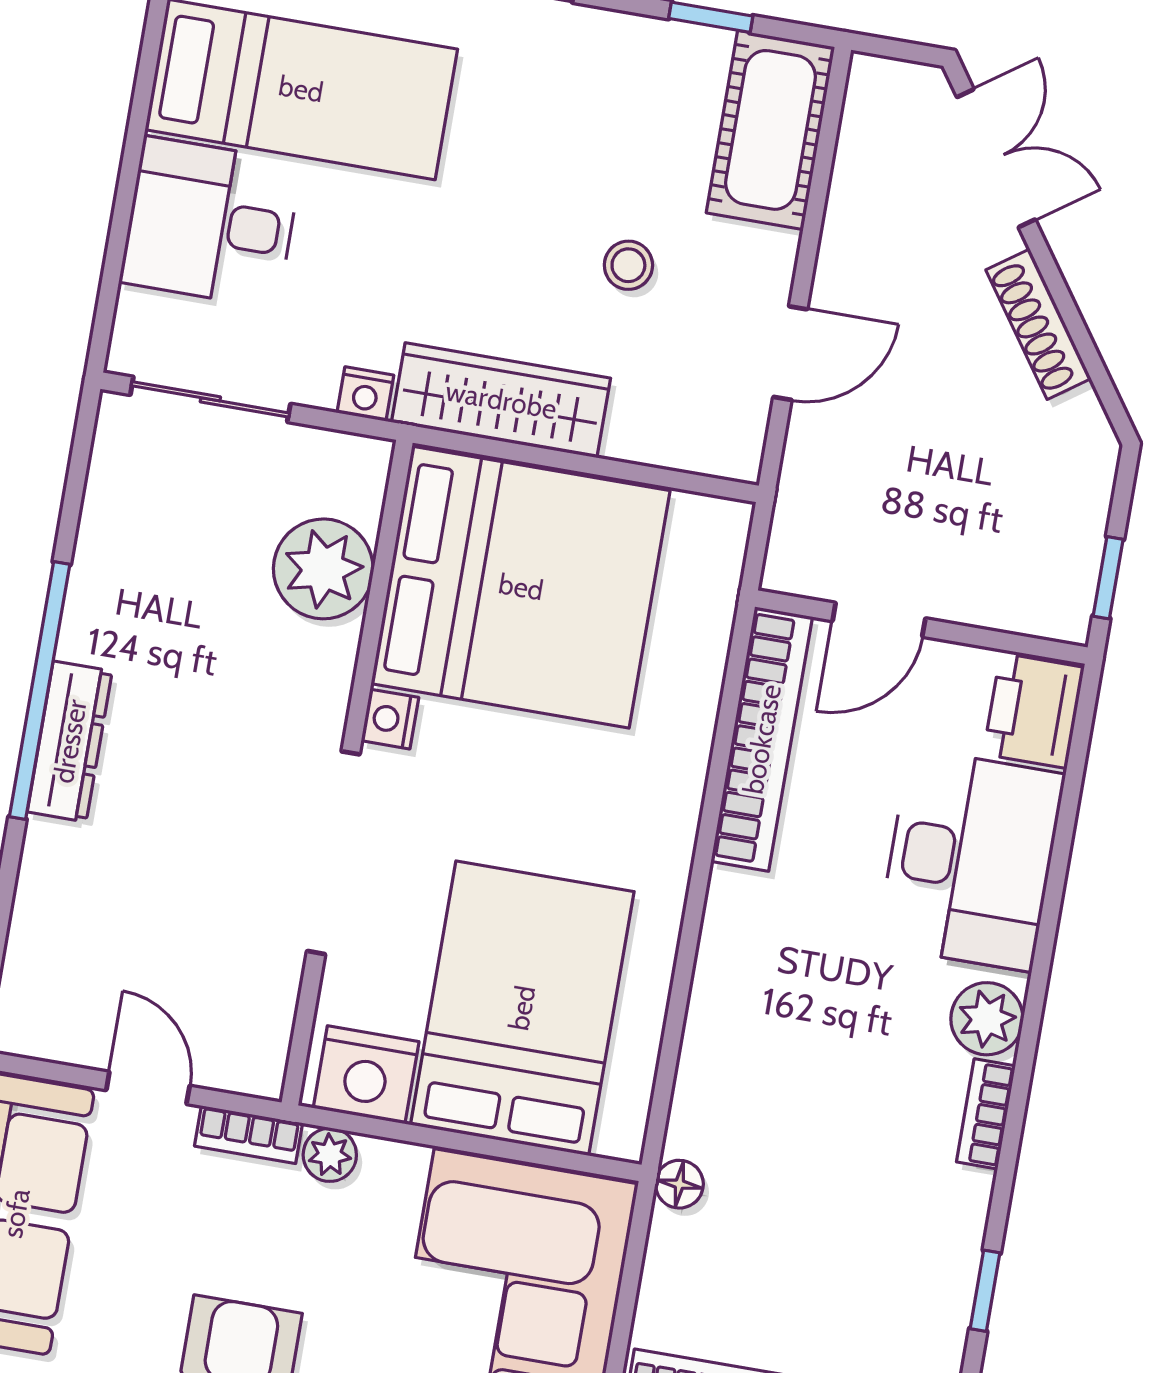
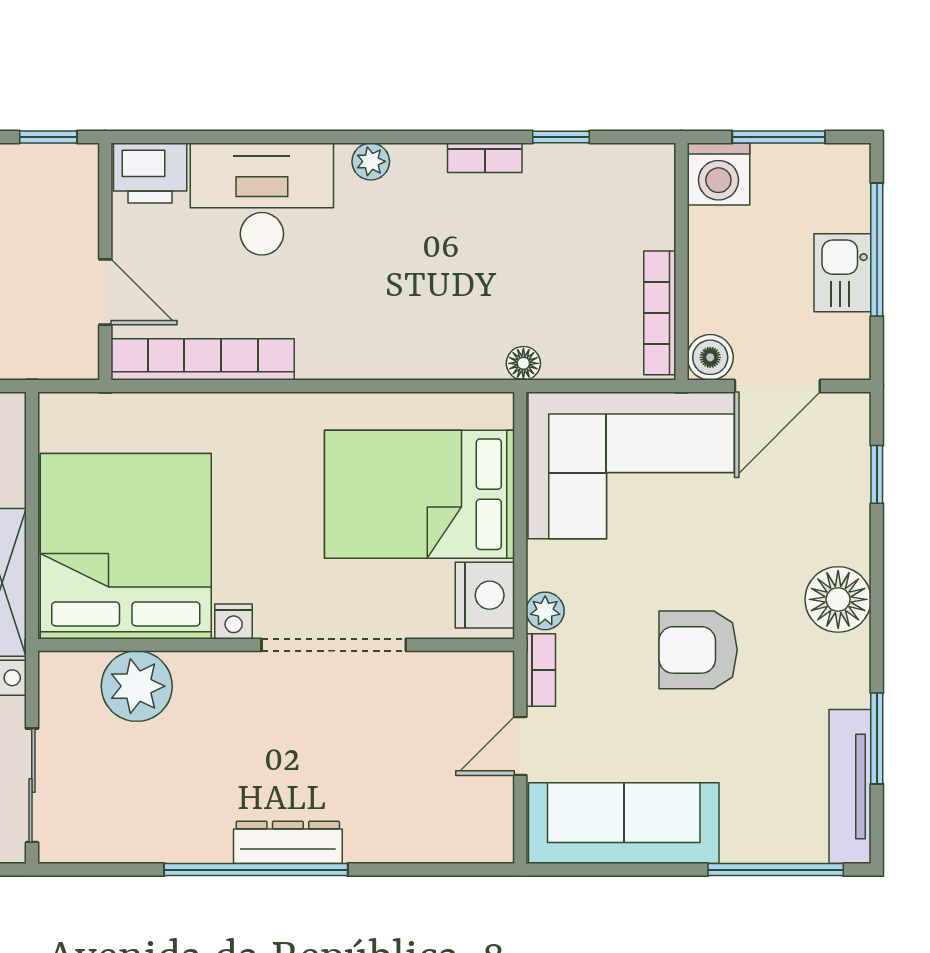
plant: (987, 1019) -> (371, 161), width x0.73, depth x0.73
bookcase: (986, 1114) -> (485, 158), moved

